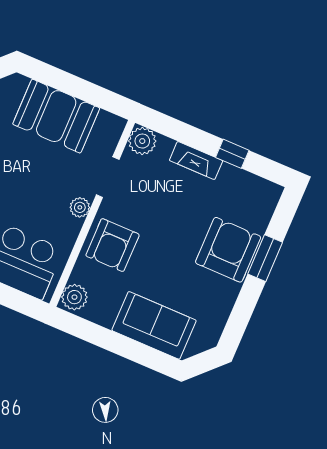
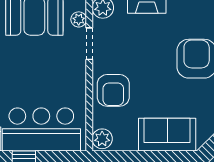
plant: (80, 207) -> (79, 19), moved

